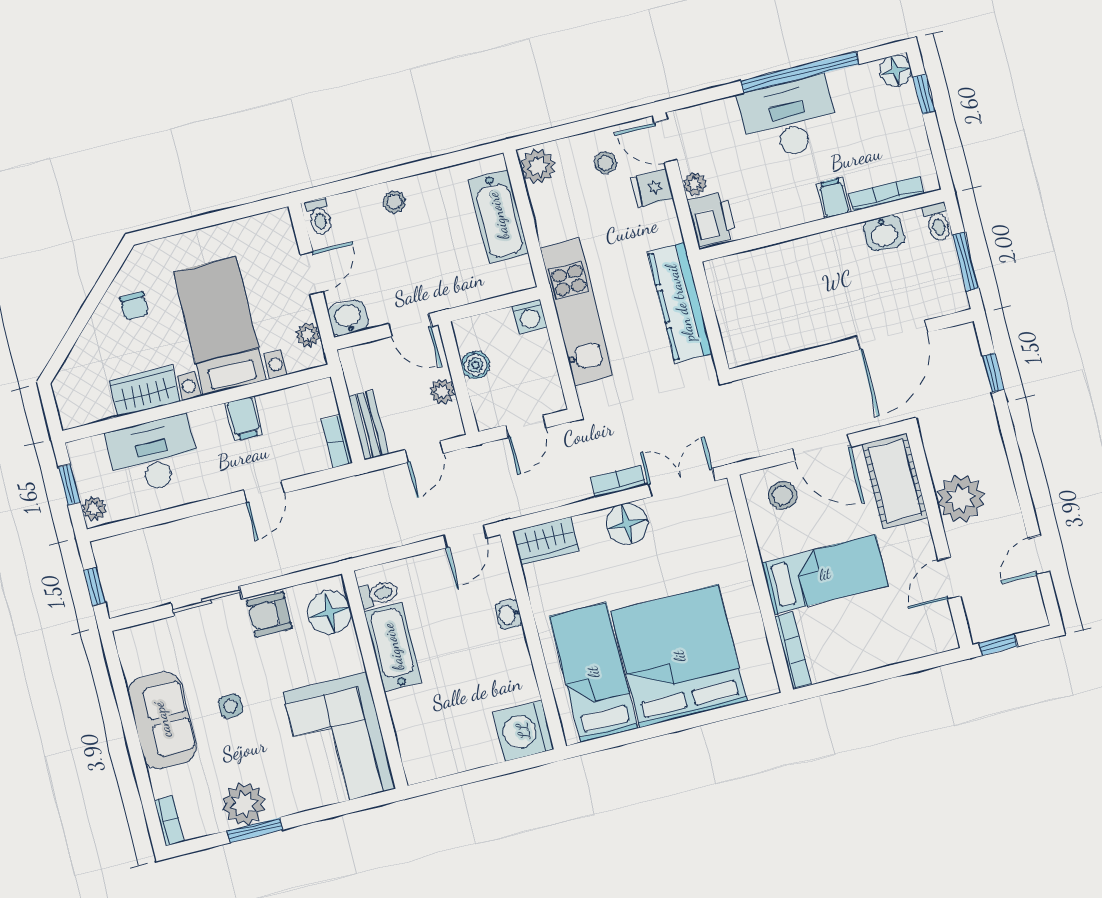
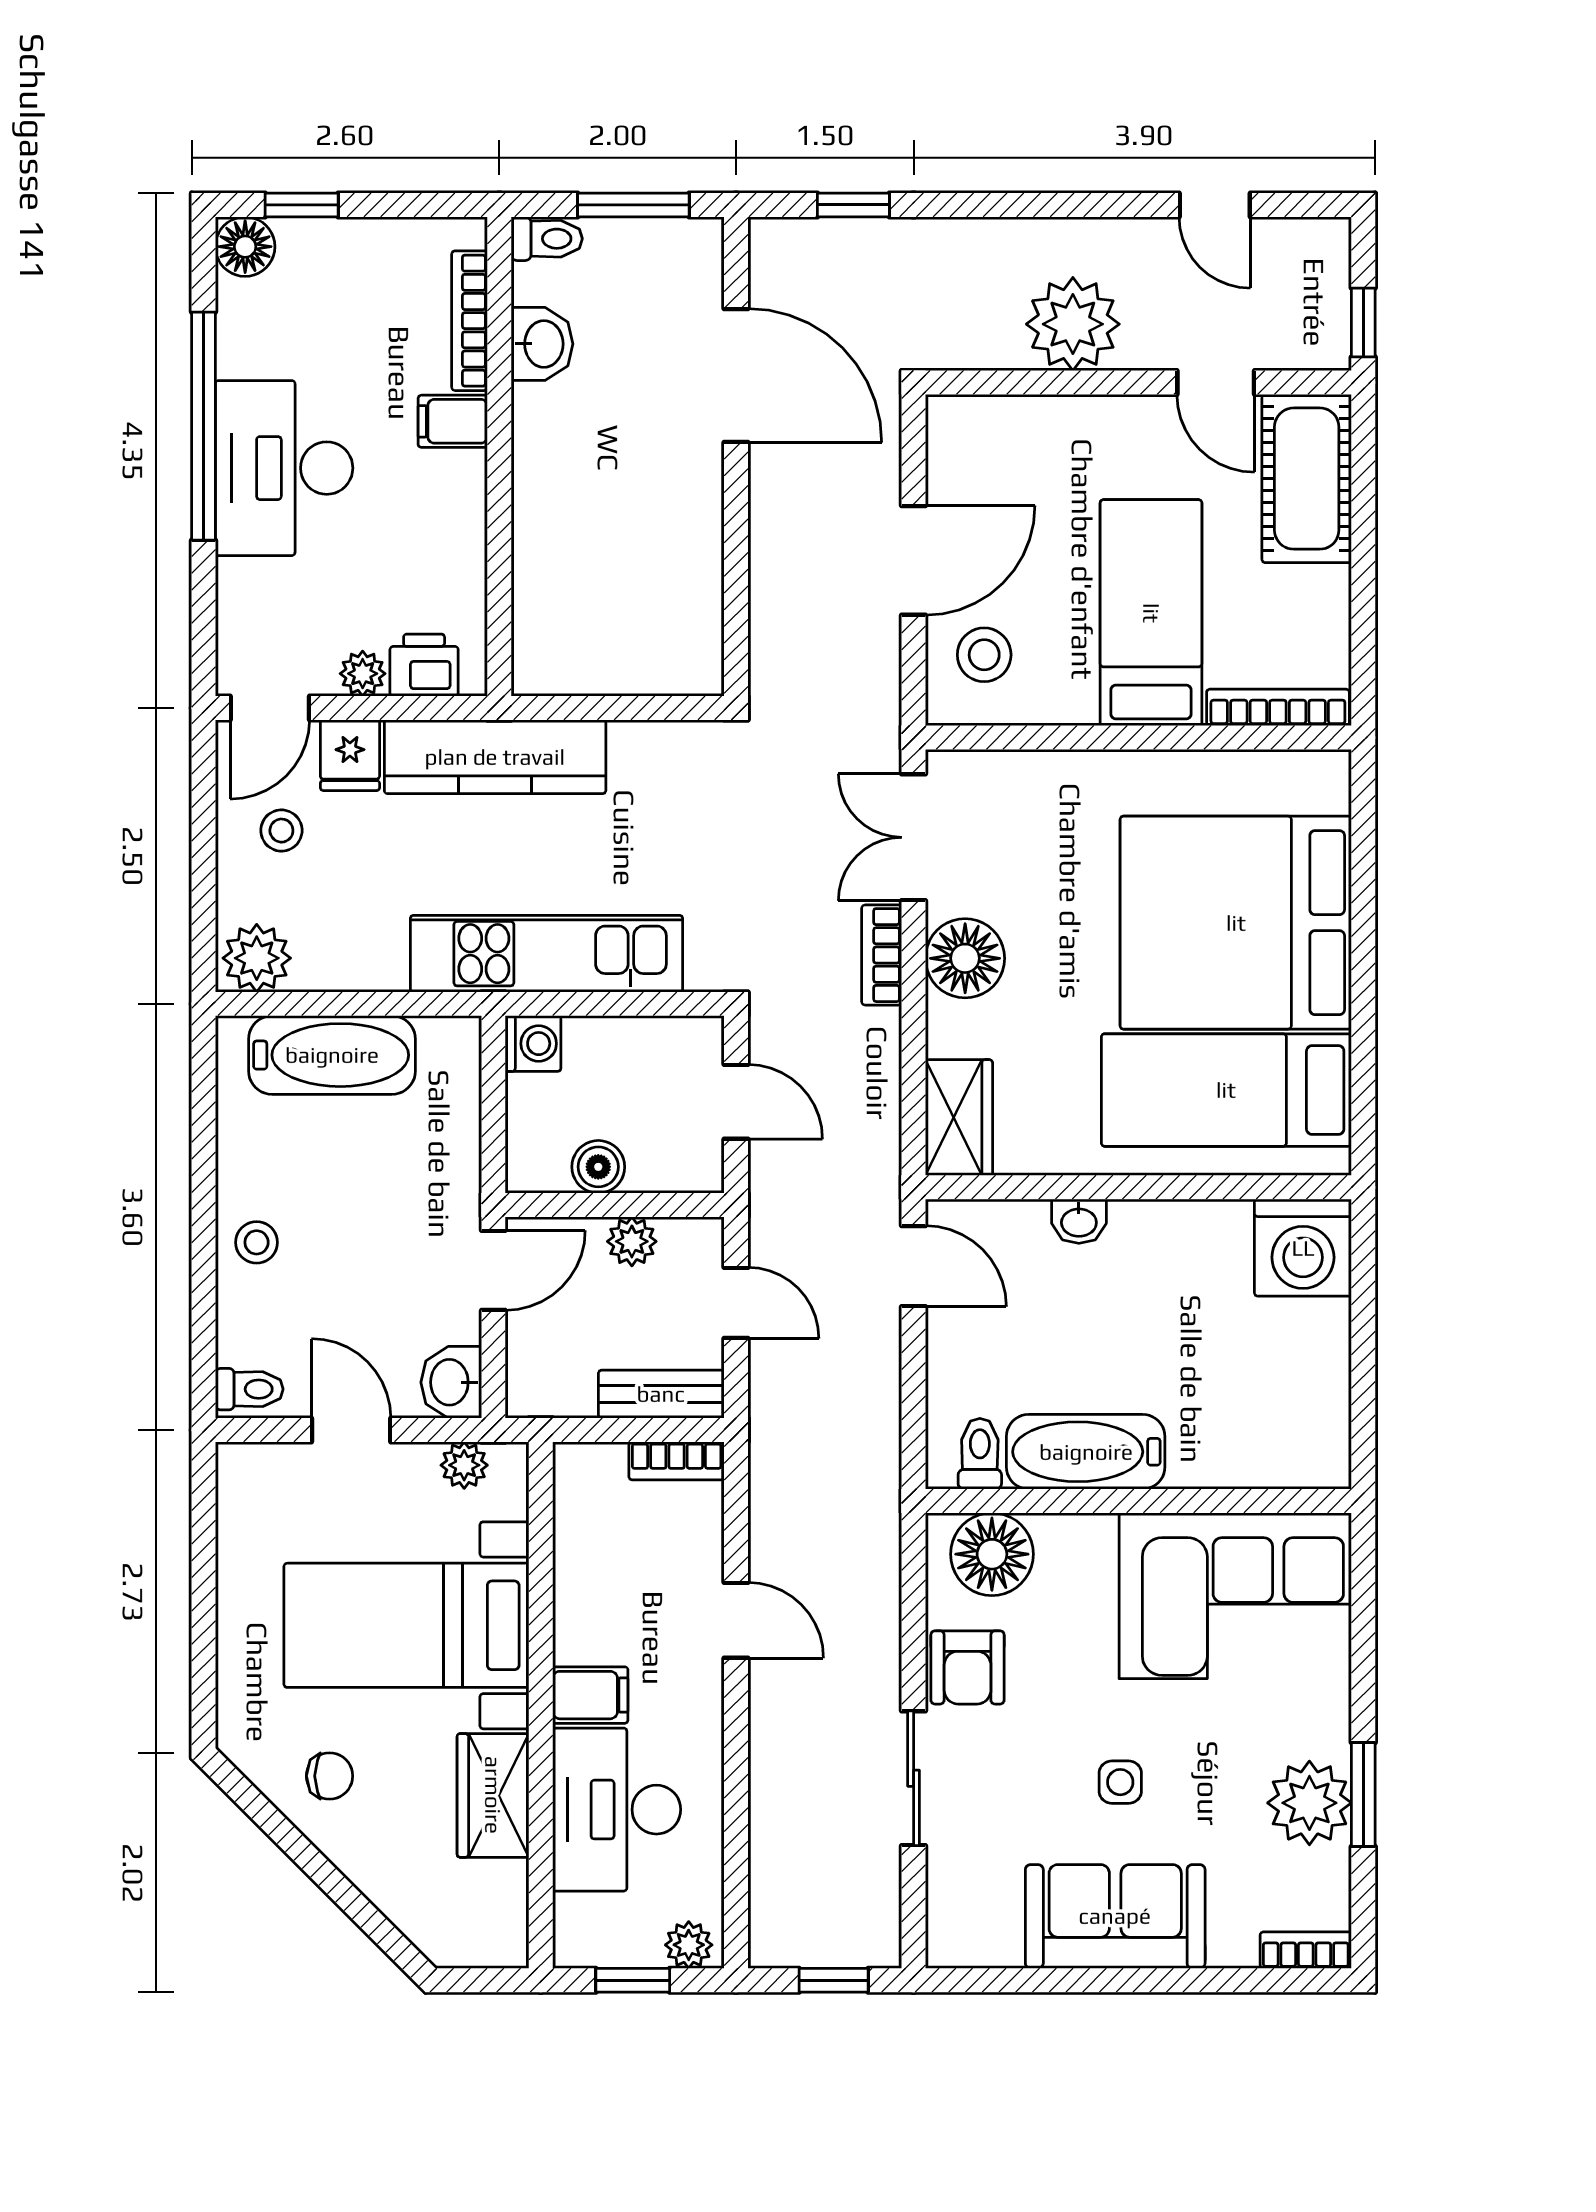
printer: (712, 219) -> (424, 665), width x0.73, depth x0.81
kitchen counter: (680, 303) -> (495, 757), moved
filing cabinet: (244, 418) -> (590, 1695), moved
cot: (895, 481) -> (1307, 479), moved, turned 90

